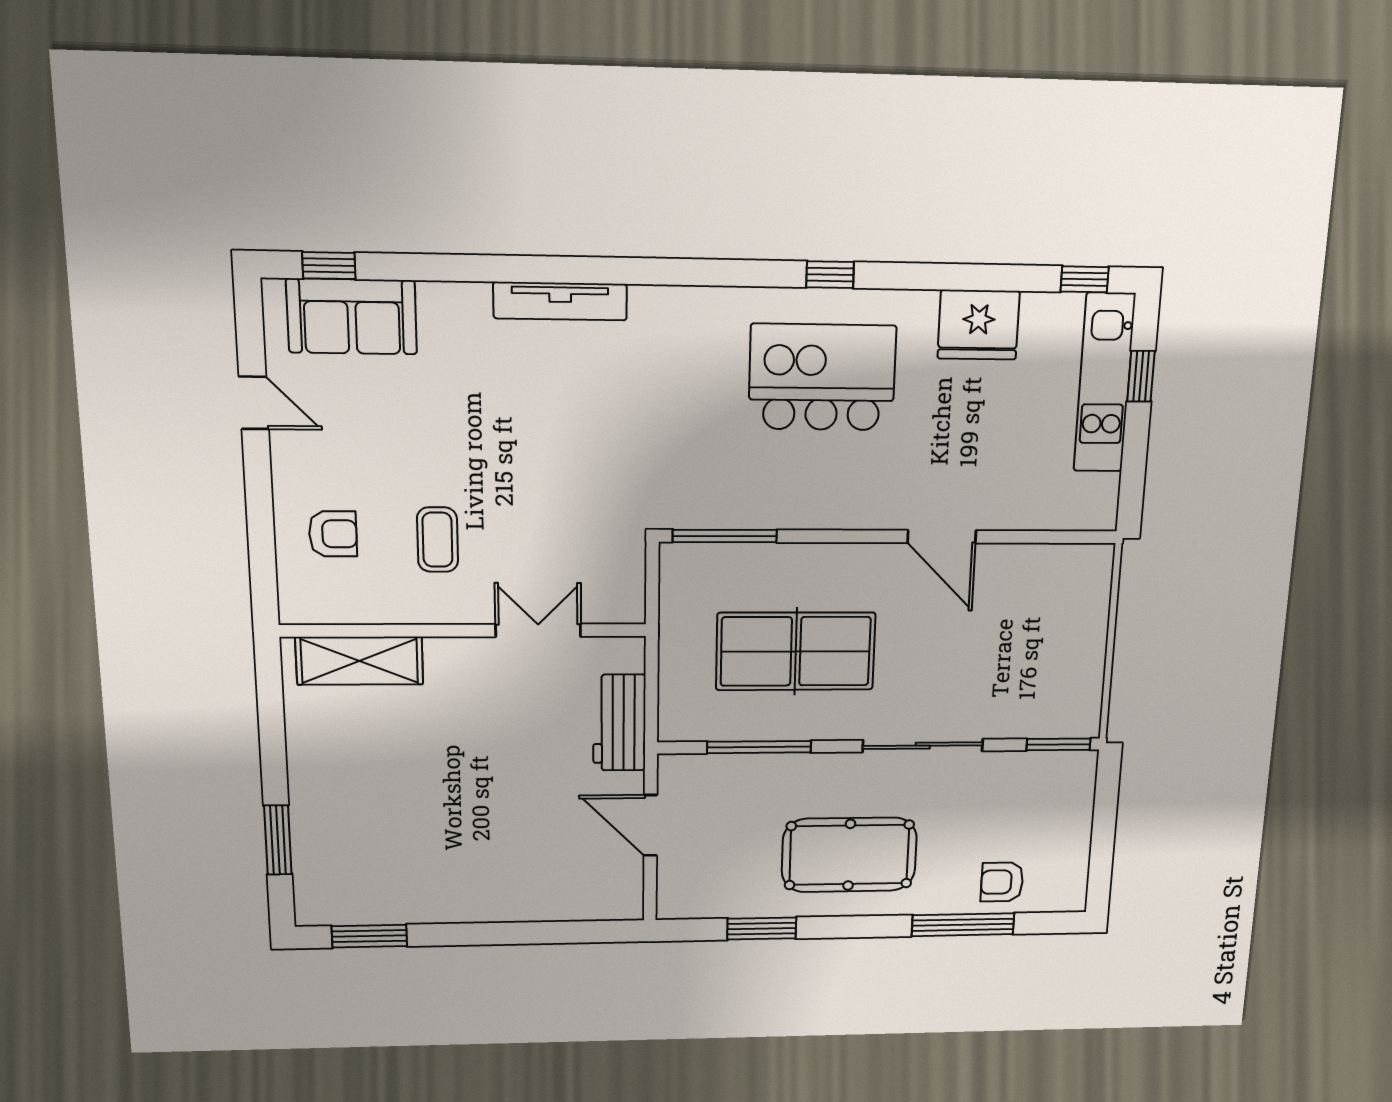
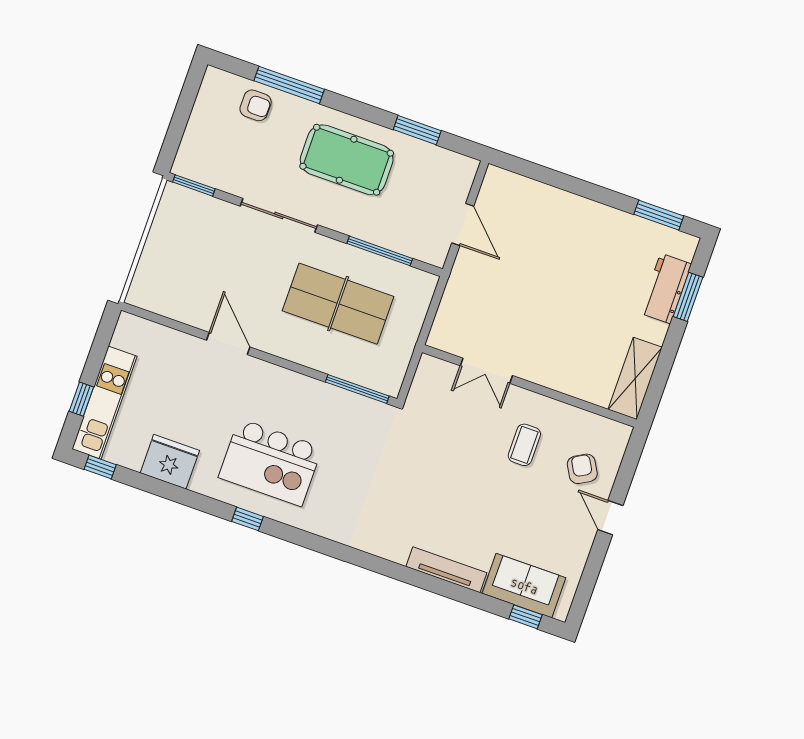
tv unit: (560, 301) -> (446, 570), moved
door: (254, 403) -> (610, 518), moved
armchair: (333, 534) -> (582, 469), turned 60
shelving: (359, 661) -> (635, 378), moved, turned 90
workbench: (619, 723) -> (666, 288), moved, turned 180

